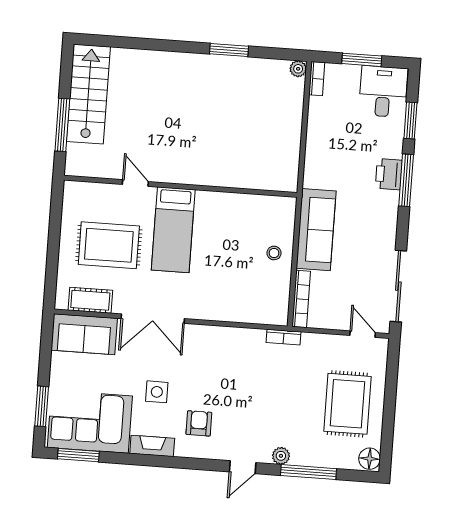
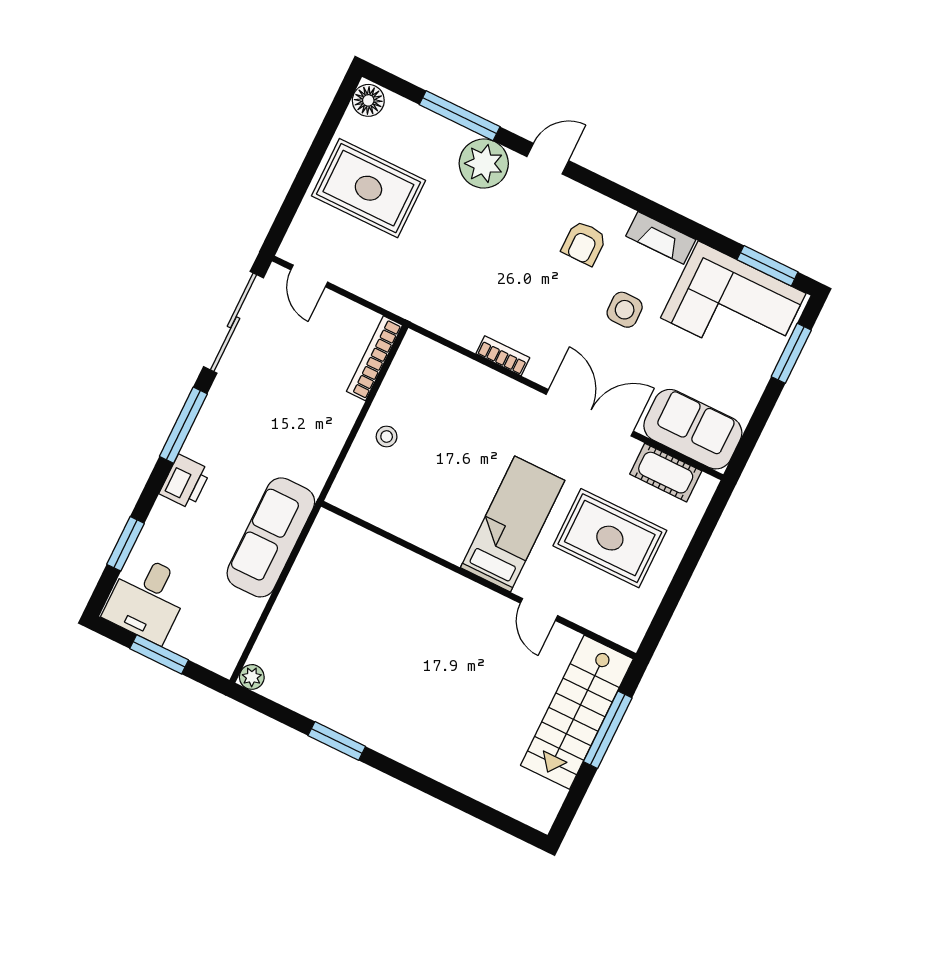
bookcase: (317, 79) -> (232, 653), removed
stairs: (88, 94) -> (577, 712), moved
window: (406, 180) -> (183, 425), moved
sofa: (316, 230) -> (271, 537), moved
bookcase: (283, 337) -> (503, 356), moved
rug: (347, 404) -> (368, 188), turned 90
plant: (281, 456) -> (484, 163), width x1.87, depth x1.87

